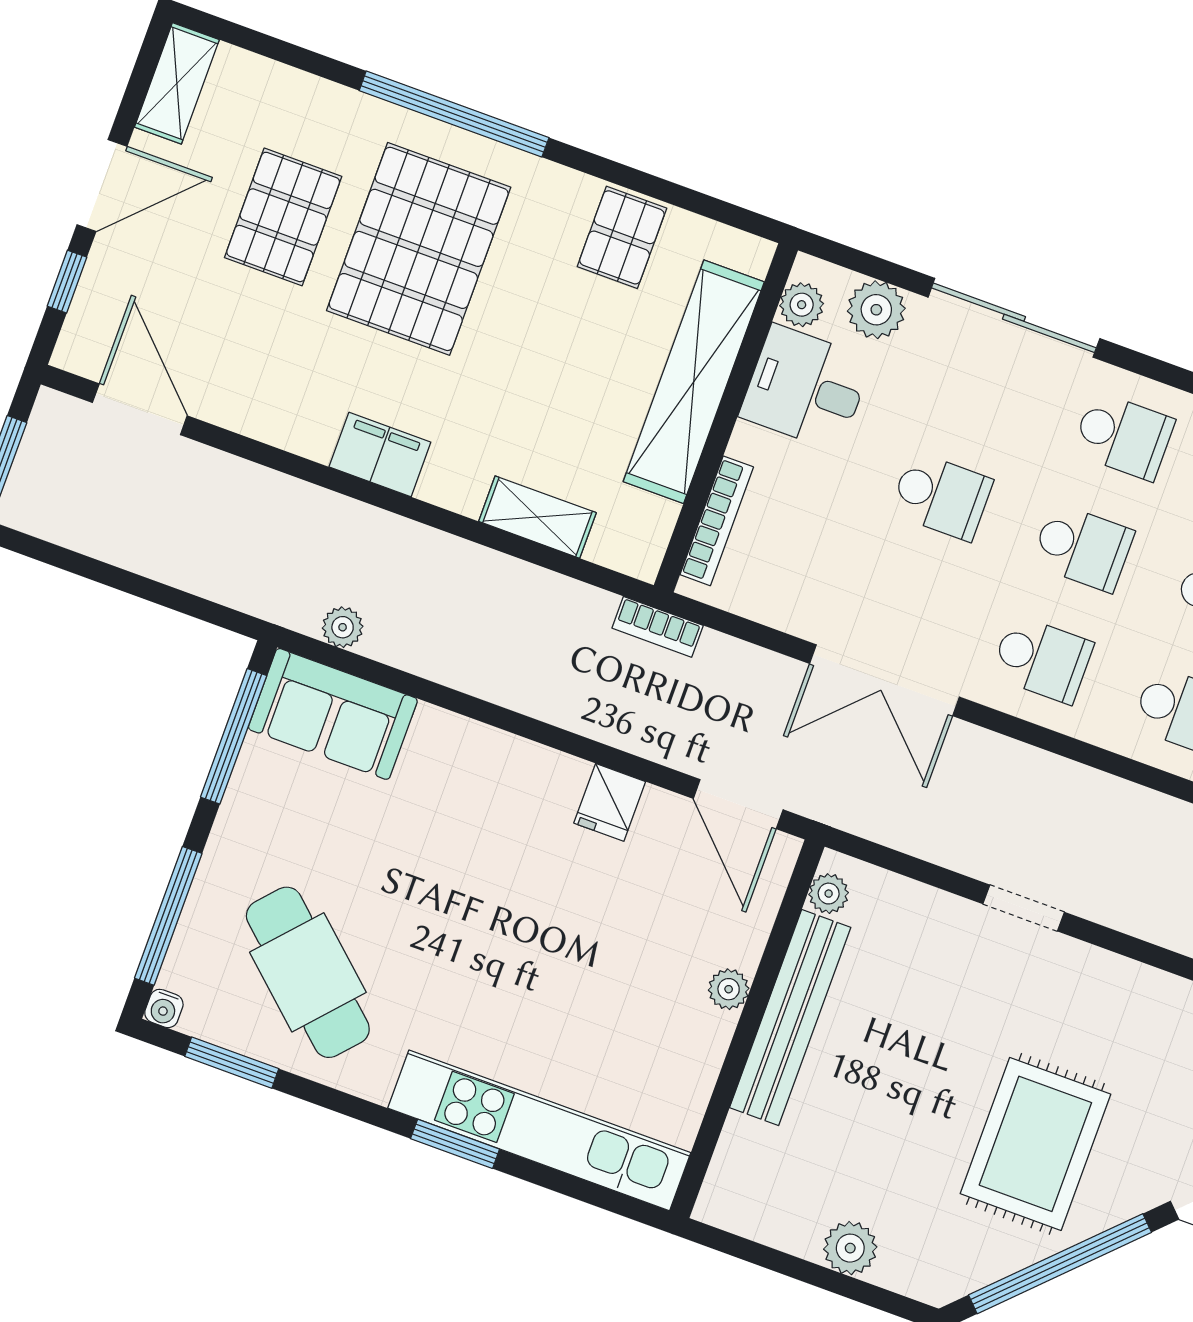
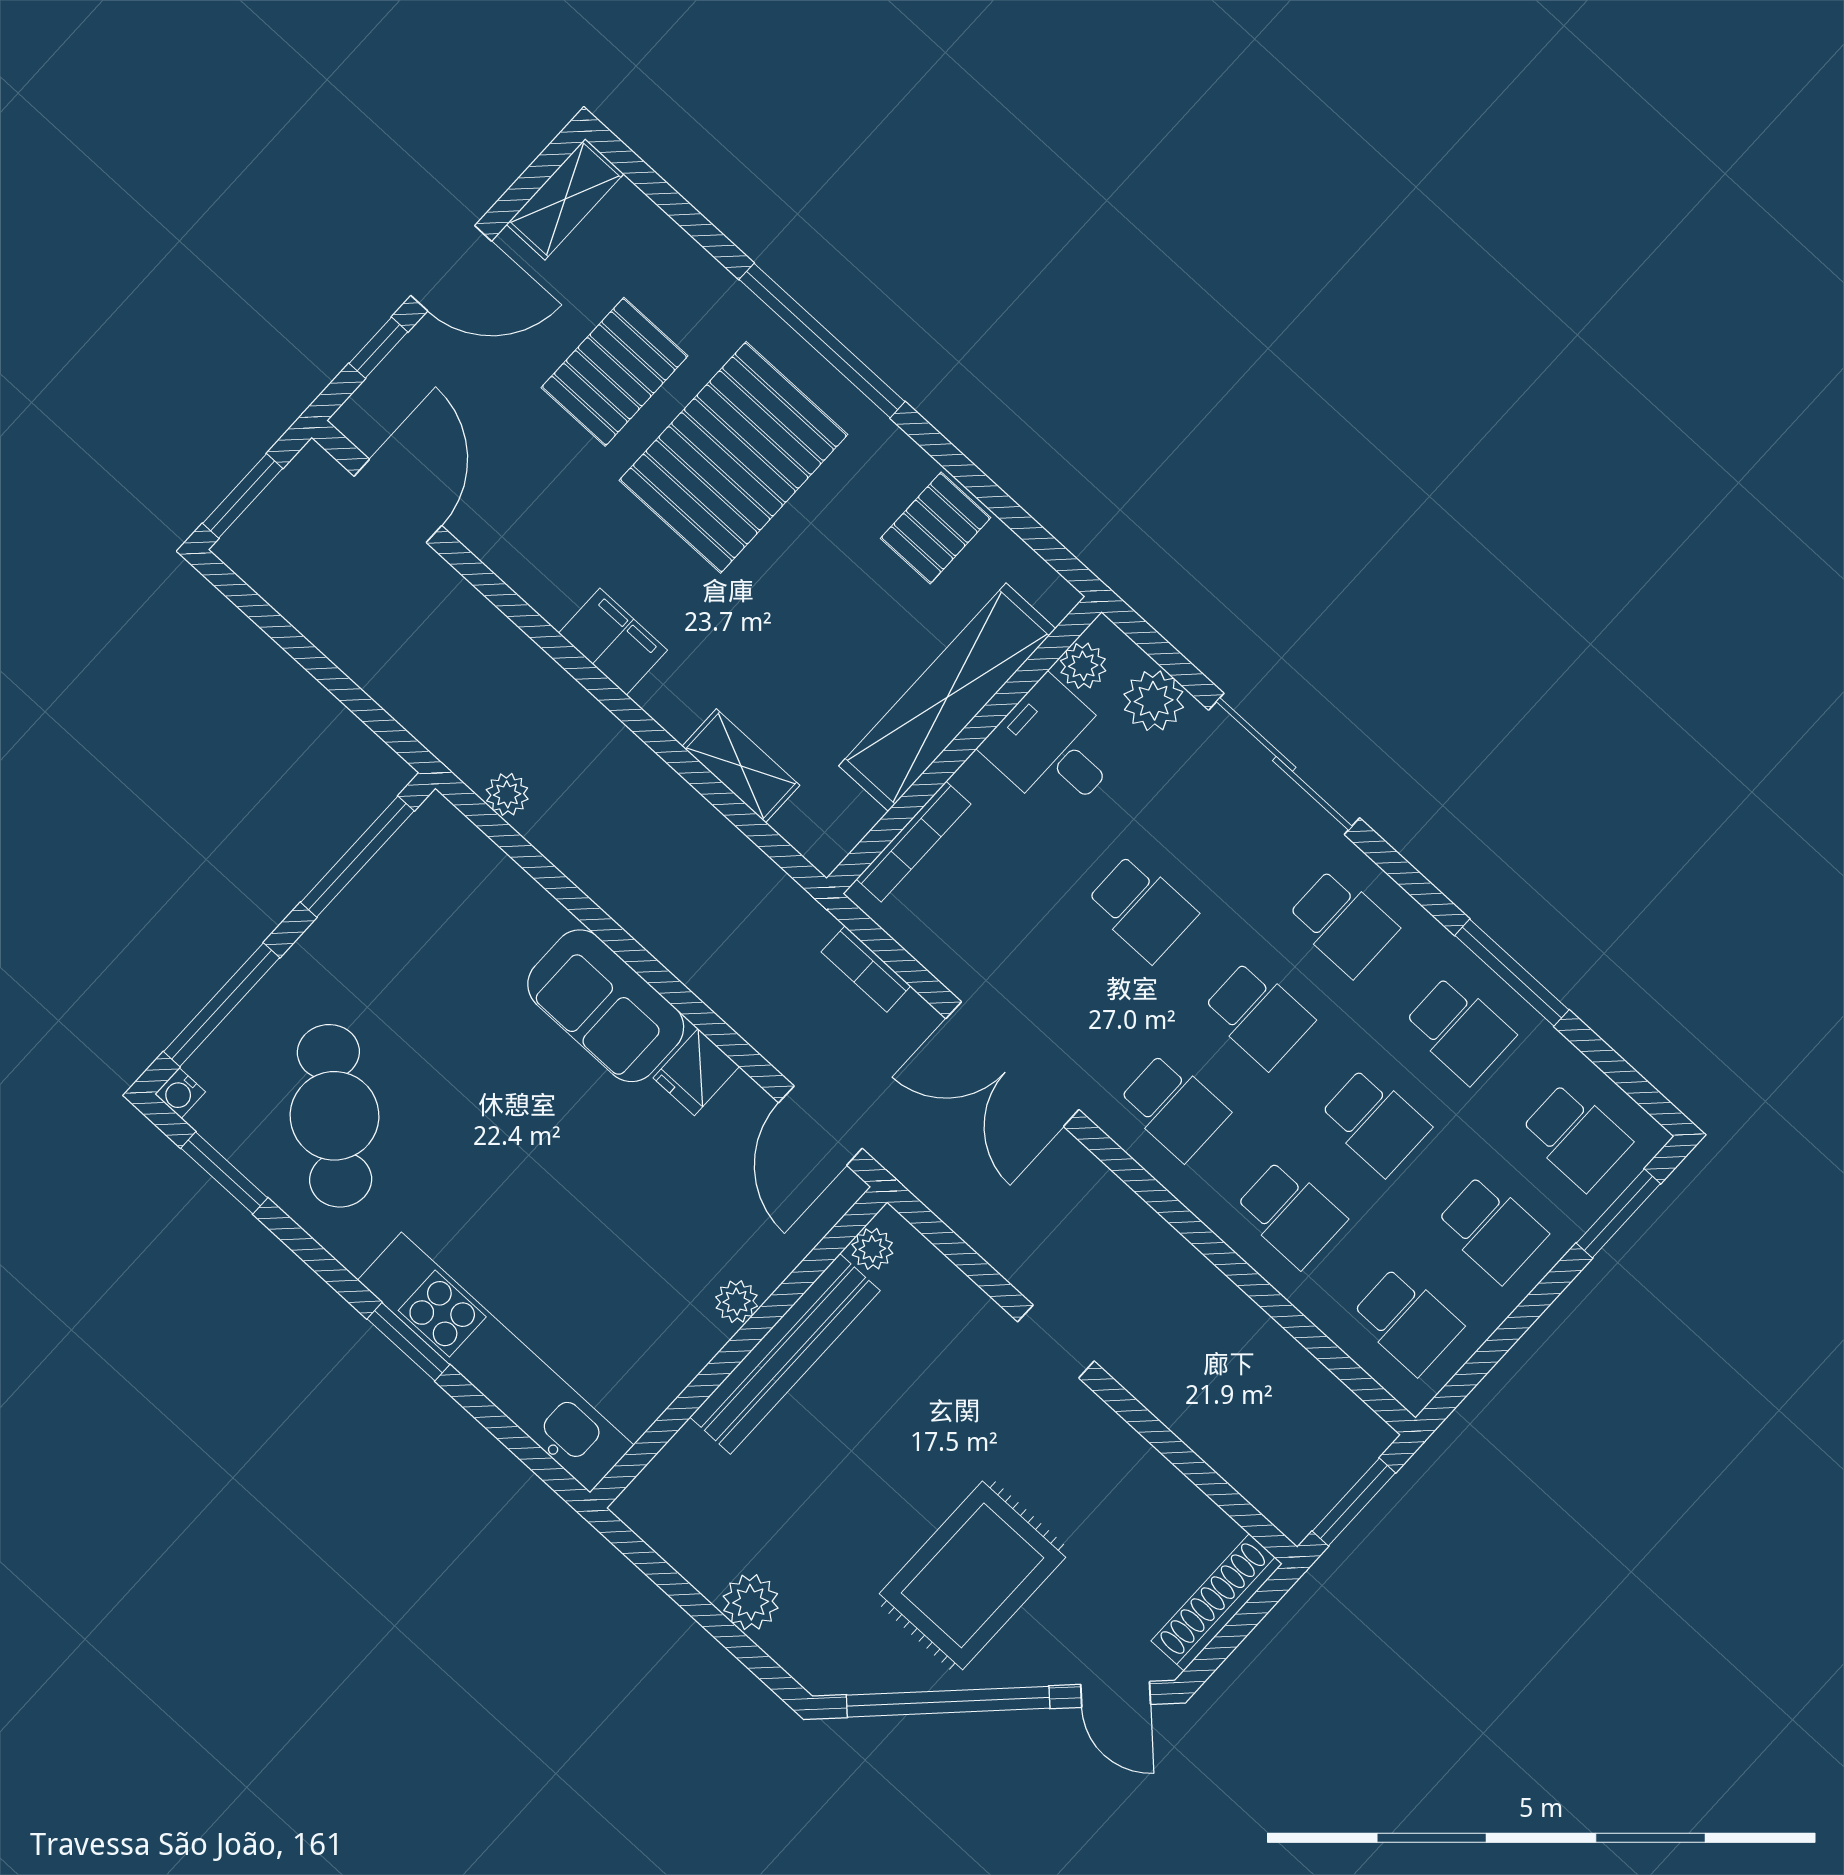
bookcase: (658, 627) -> (866, 969), moved
sofa: (333, 714) -> (606, 1006), moved

